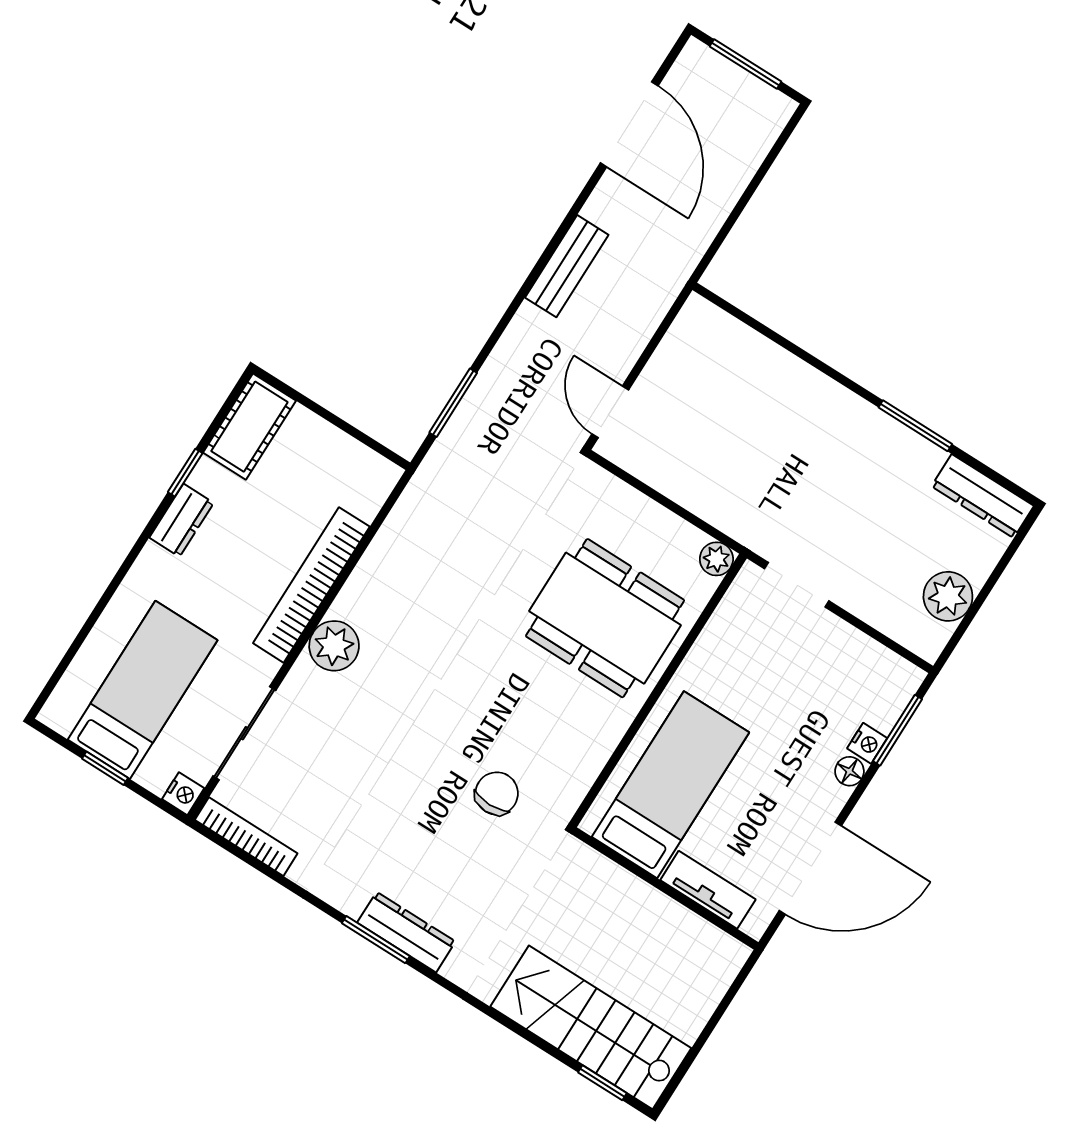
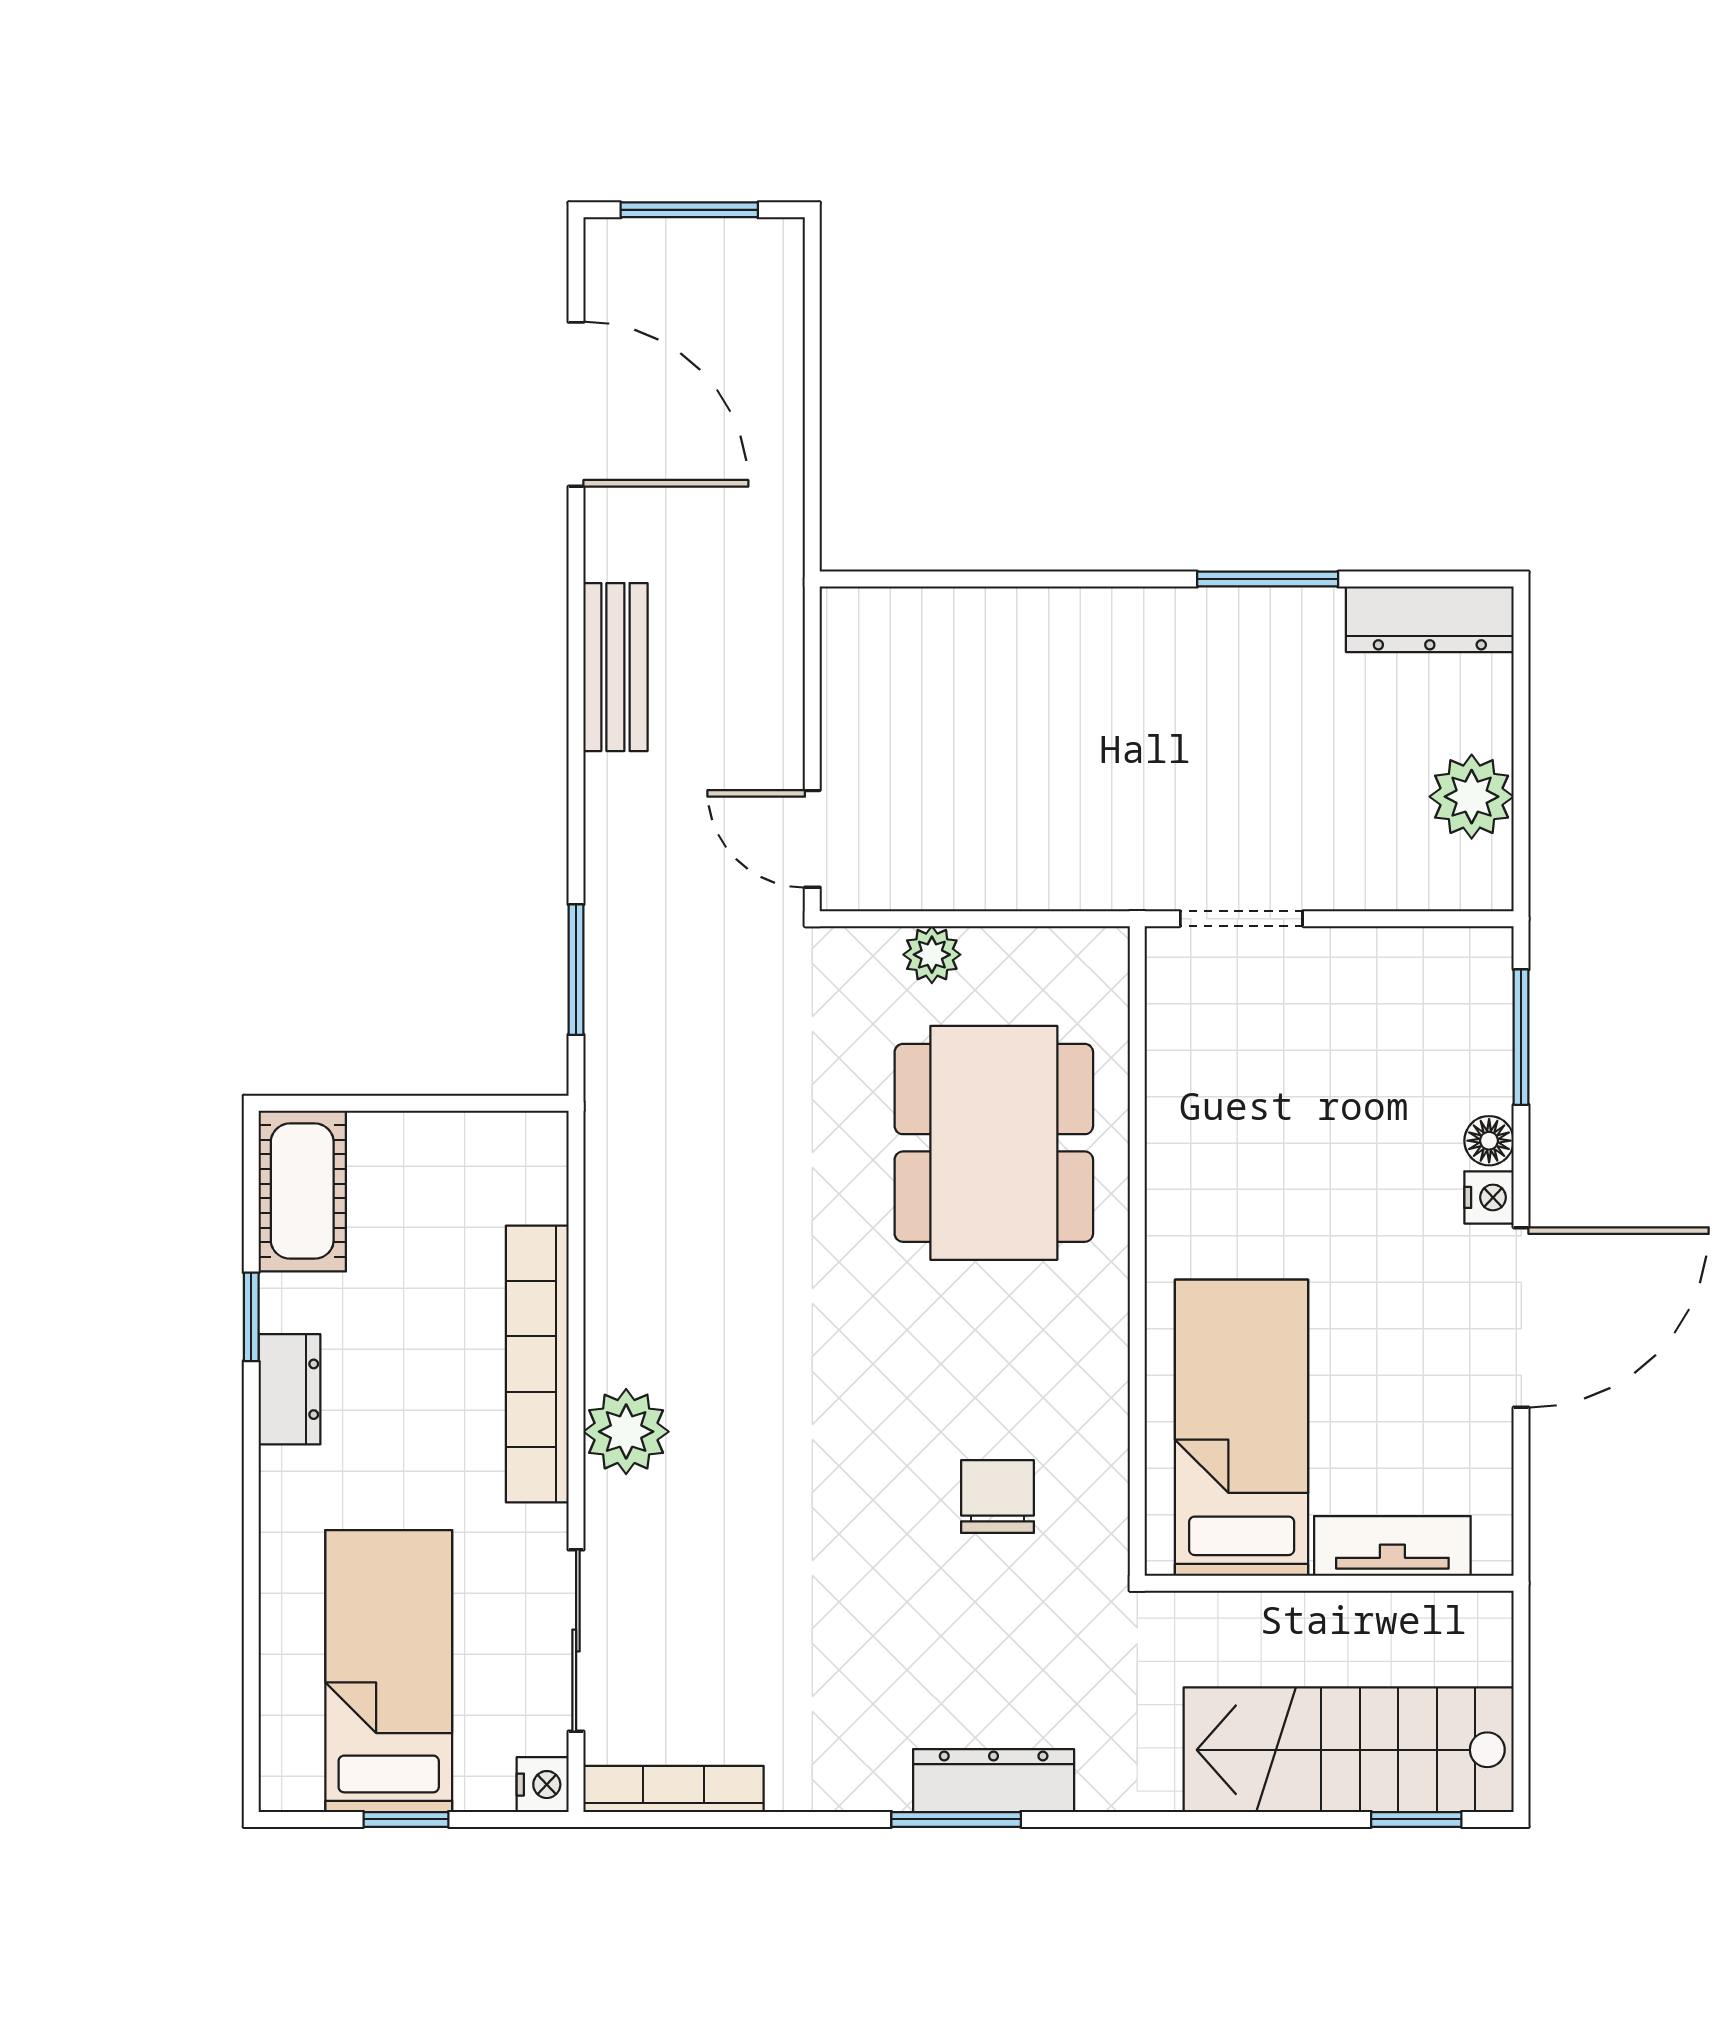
plant: (716, 559) -> (932, 955), moved
dining table: (605, 618) -> (994, 1143), turned 90
nightstand: (867, 743) -> (1489, 1197), moved
bed: (670, 785) -> (1242, 1428), moved
wall: (665, 888) -> (1329, 1583), moved
tv unit: (708, 890) -> (1392, 1546), moved

